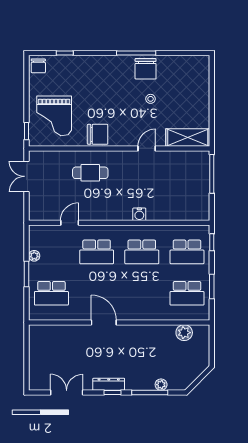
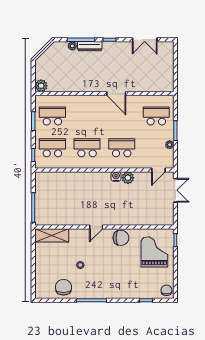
chair: (146, 69) -> (63, 287), moved
chair: (98, 134) -> (121, 238), turned 180
door: (147, 148) -> (96, 227), moved
cafe table: (90, 173) -> (127, 208), removed
double door: (27, 176) -> (175, 190), moved
plant: (89, 213) -> (128, 178), added
water cooler: (139, 214) -> (116, 176), moved
door: (70, 223) -> (158, 170), moved
plant: (184, 333) -> (41, 86), moved
dresser: (109, 384) -> (90, 46), moved

